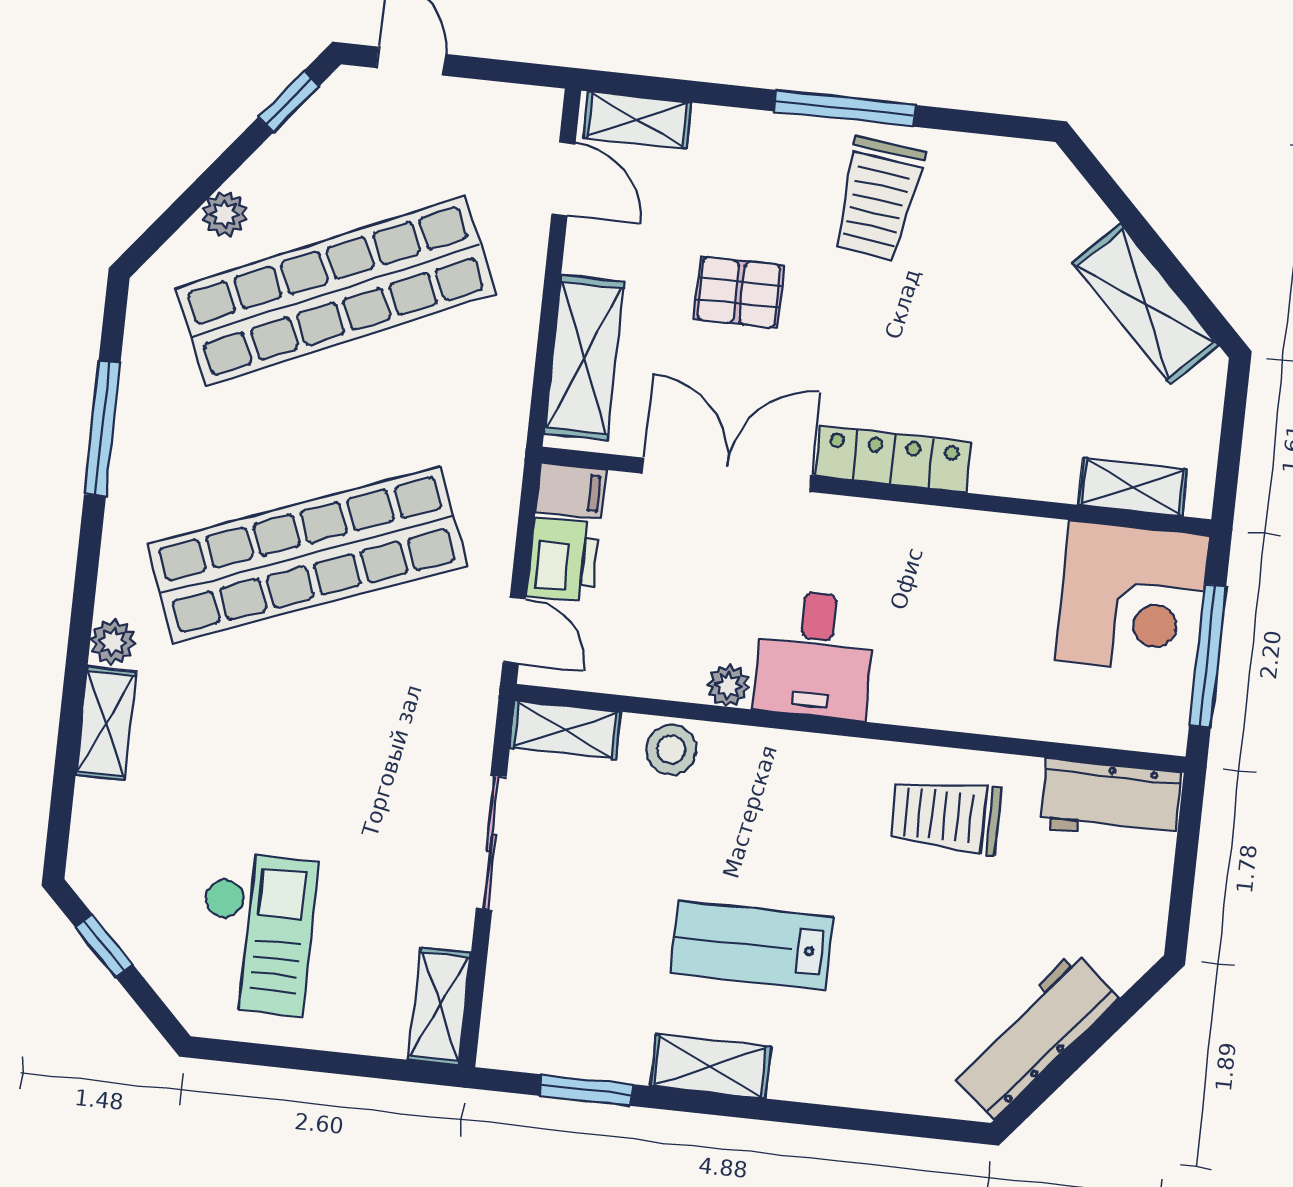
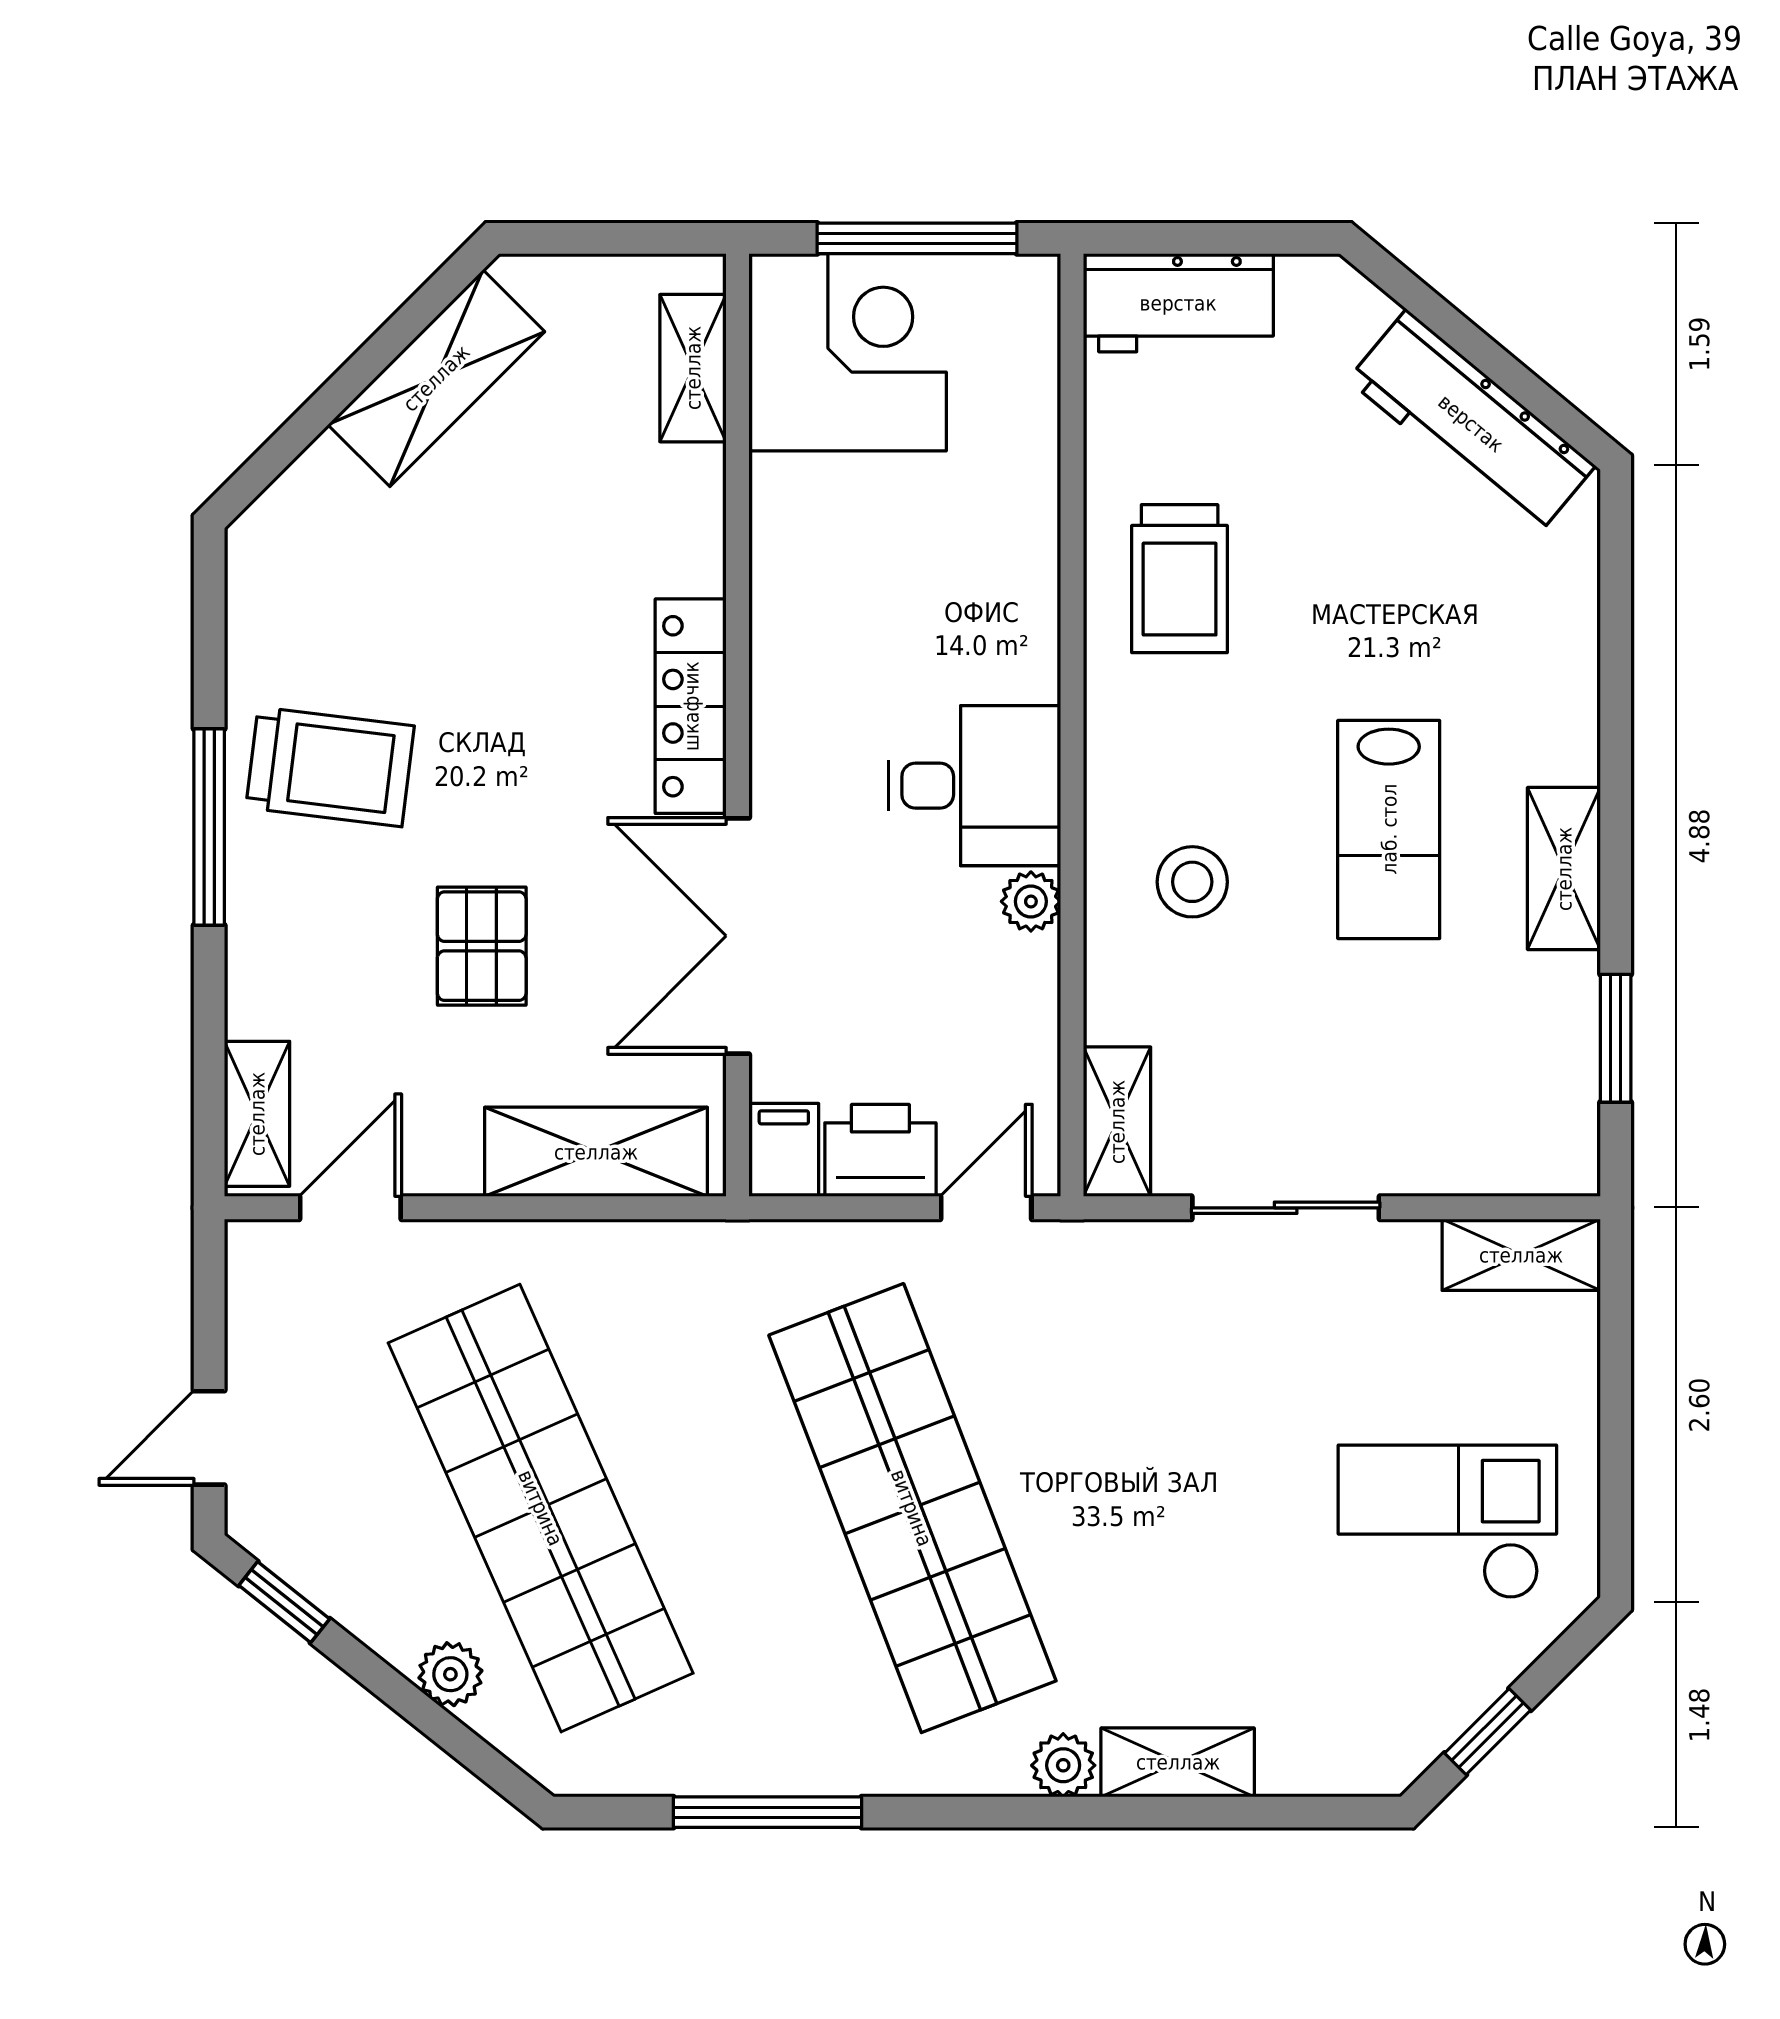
stool: (671, 749) -> (1192, 882), moved
workbench: (1110, 800) -> (1178, 303), moved, turned 90

